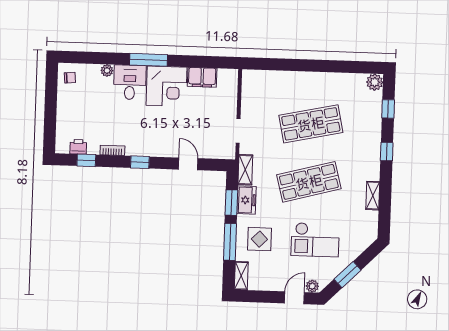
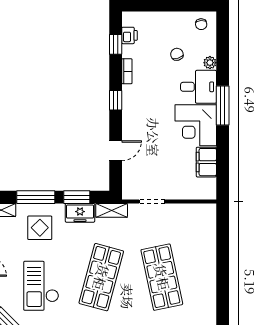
chair: (98, 102) -> (177, 54), added
shop shelf: (309, 182) -> (101, 277), turned 30

